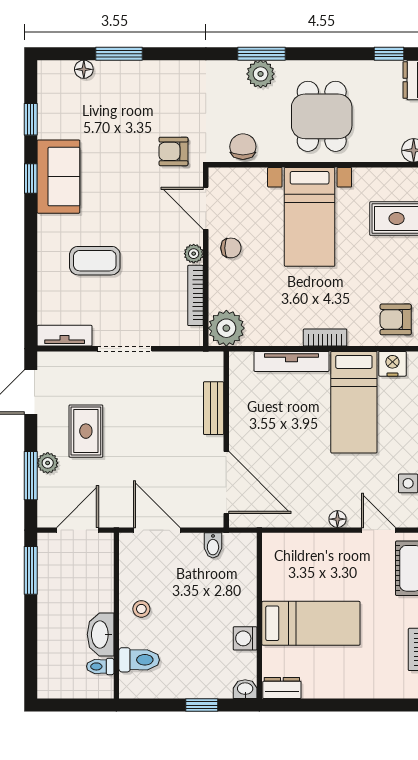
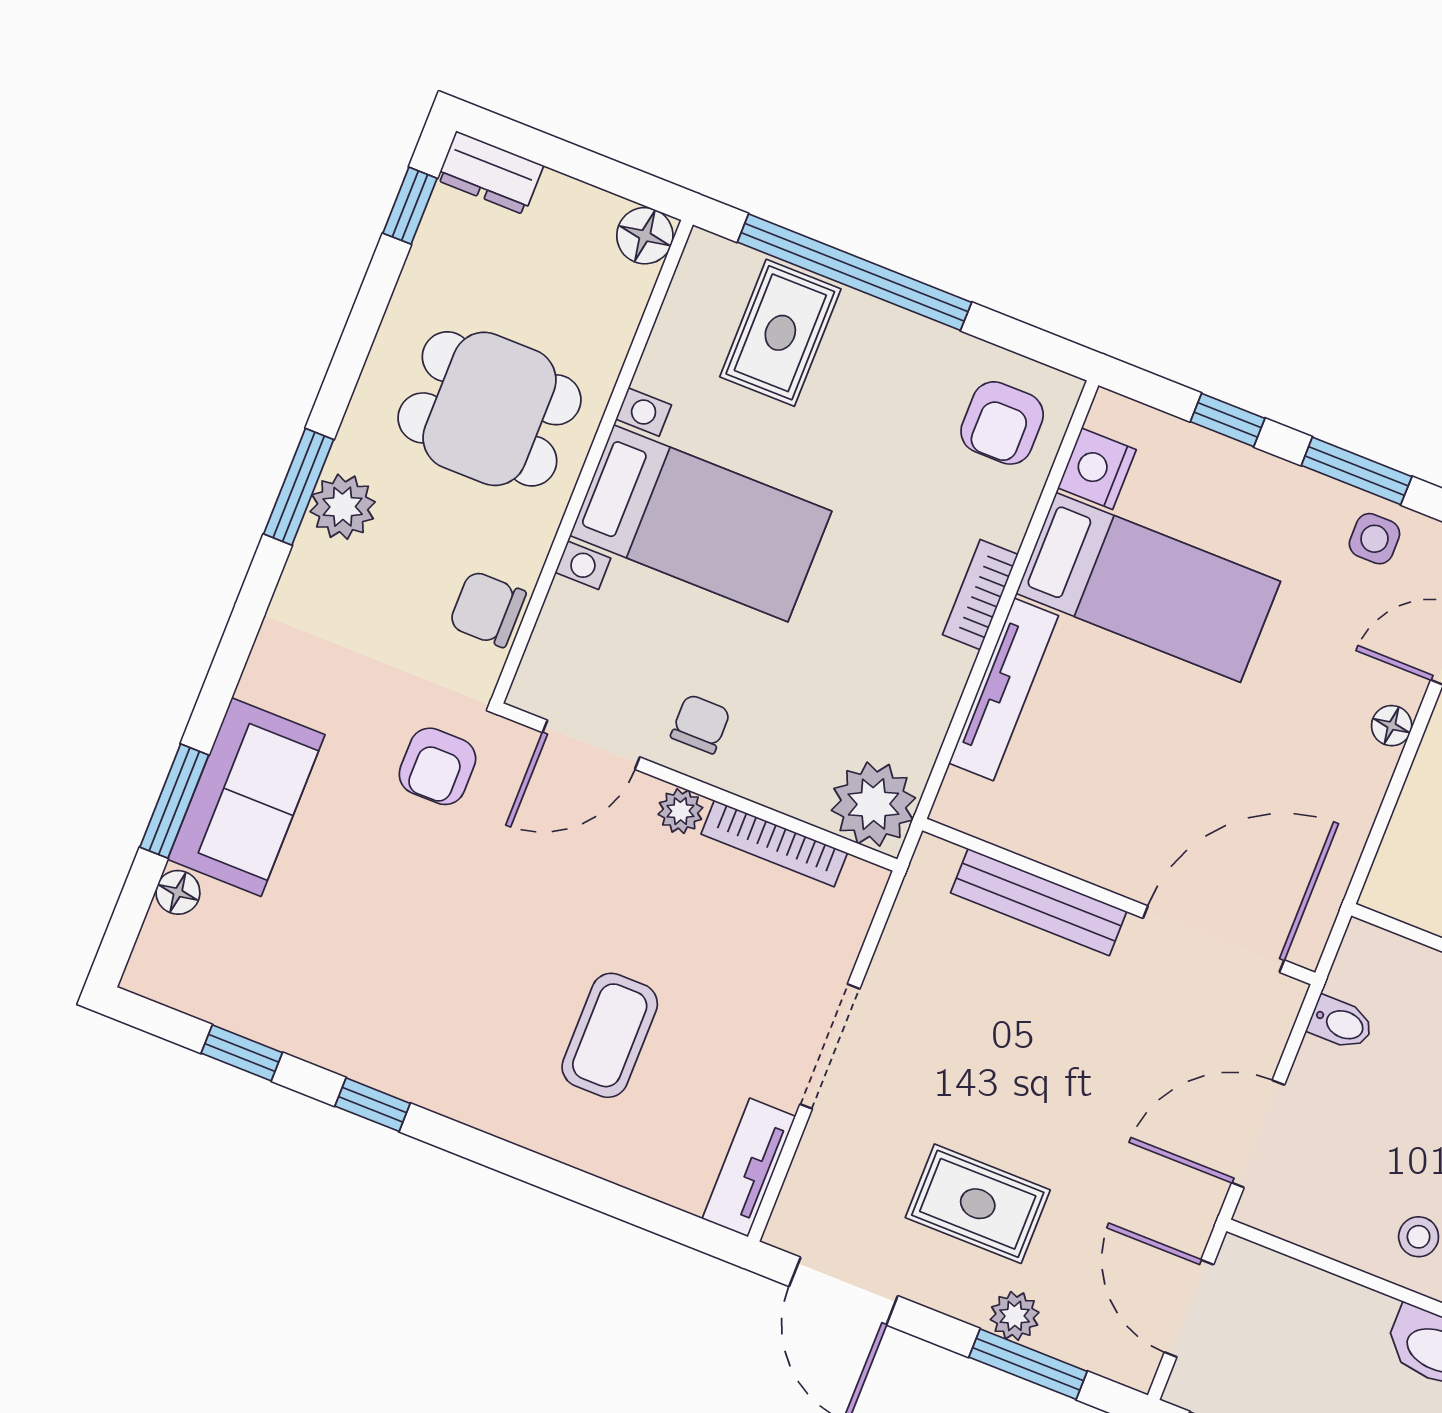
sofa: (58, 177) -> (246, 797), moved, turned 90
bench: (214, 408) -> (1039, 902), width x1.36

